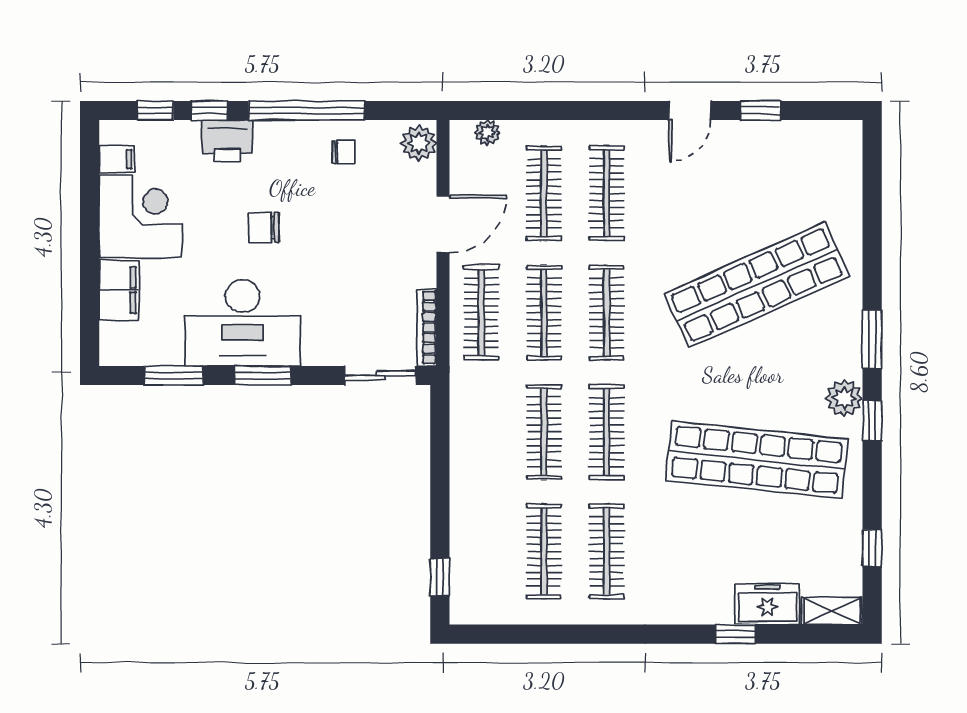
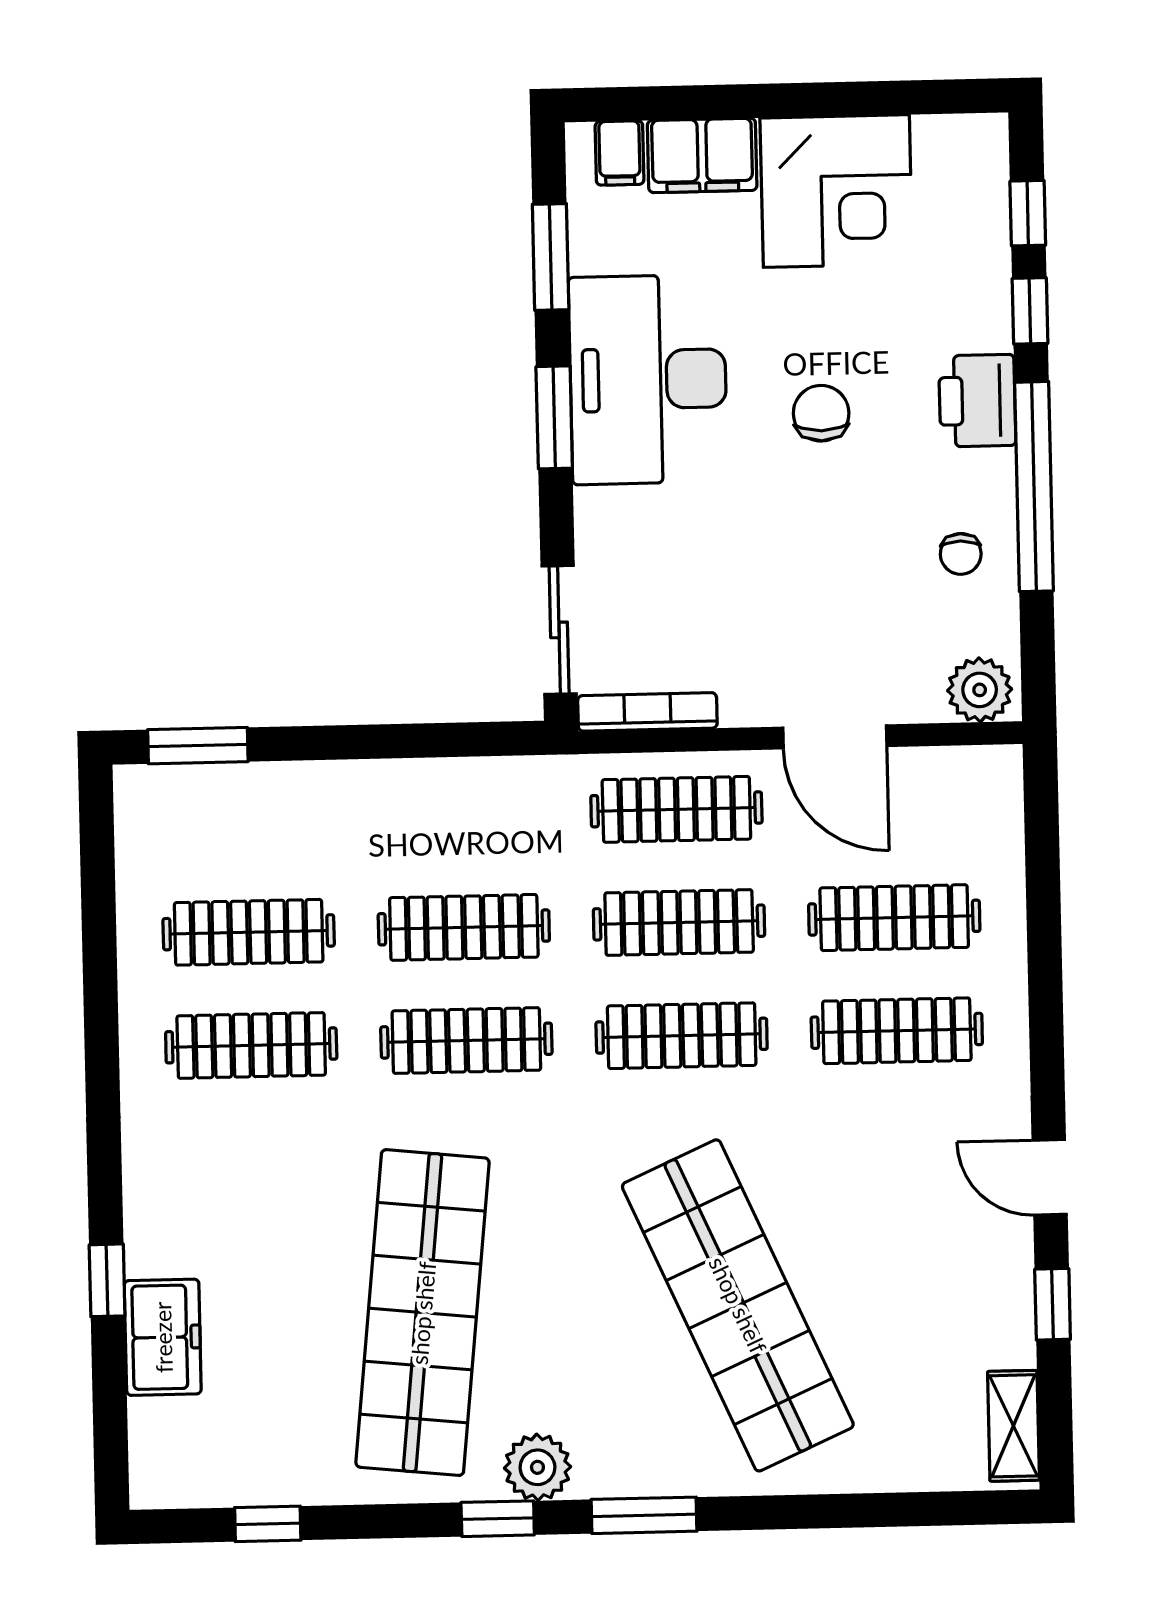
plant: (487, 133) -> (1001, 813), removed
printer: (227, 141) -> (977, 401), moved
filing cabinet: (117, 159) -> (620, 153), moved
window: (440, 577) -> (198, 746), width x1.50
shelving: (832, 611) -> (1013, 1426), moved

